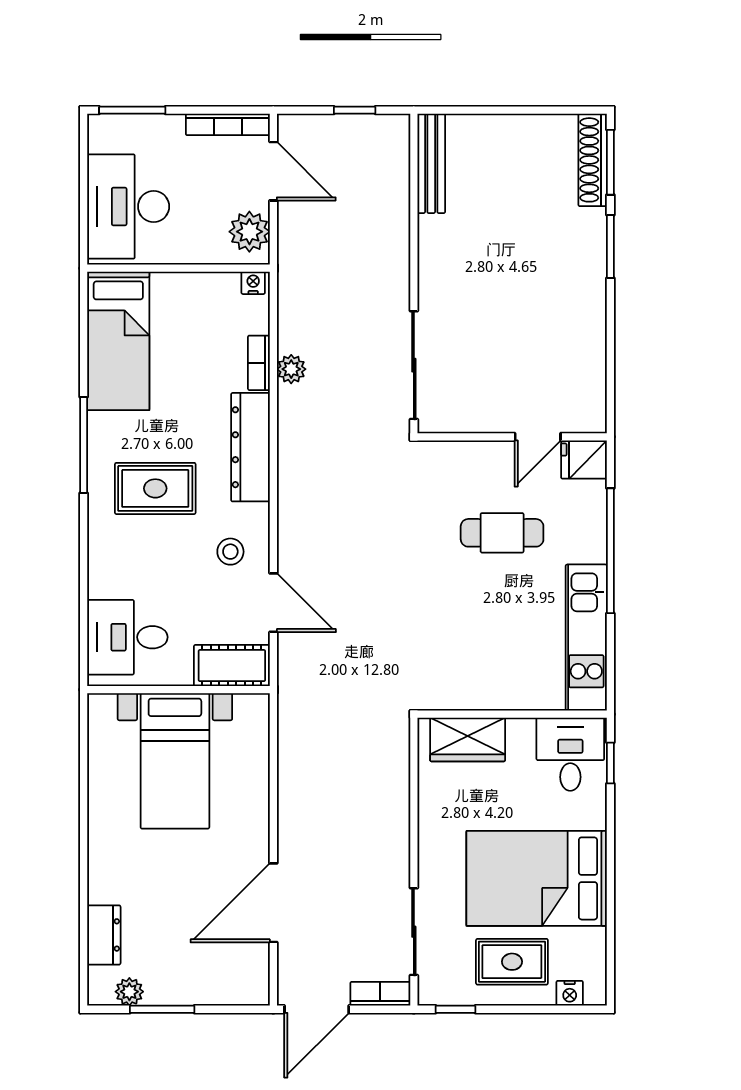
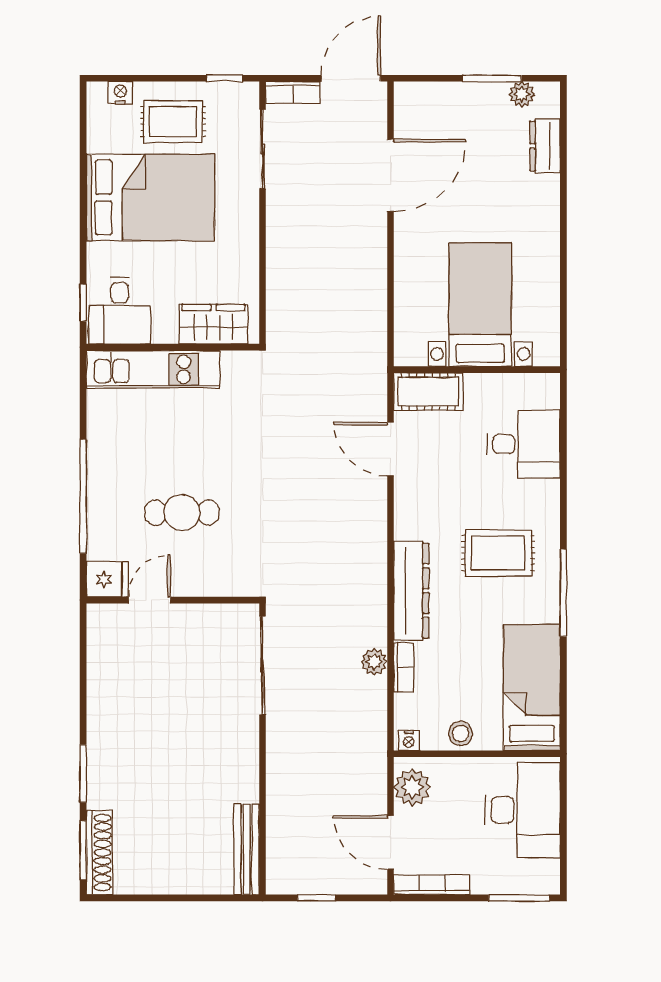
stool: (230, 552) -> (461, 733), moved
desk: (127, 637) -> (523, 444), moved
kitchen unit: (586, 638) -> (153, 369), moved, turned 90

